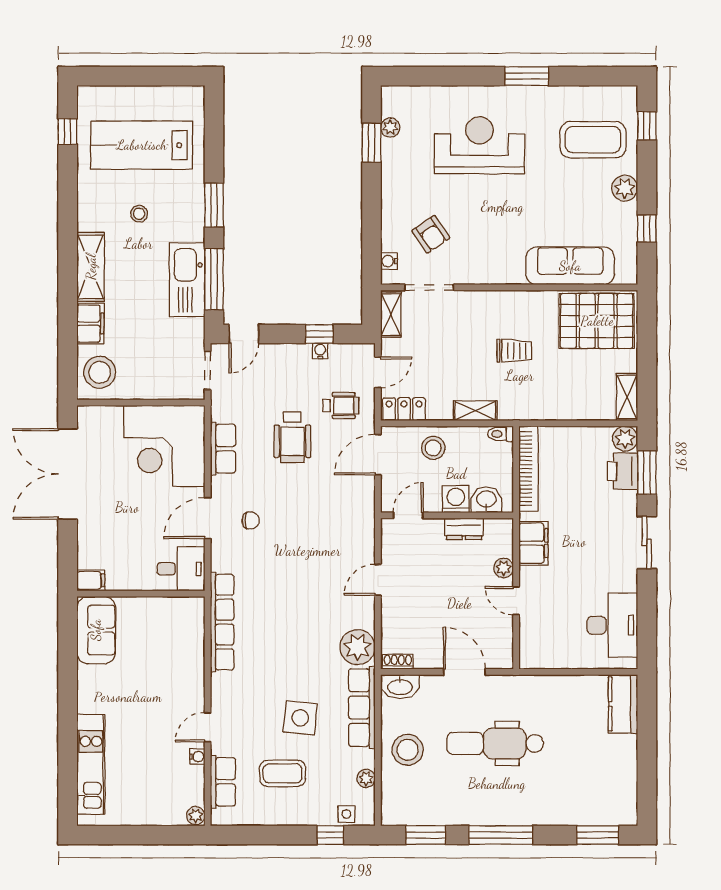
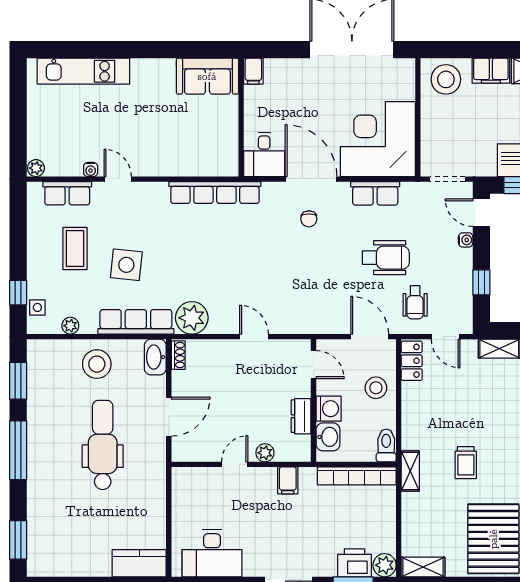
water cooler: (320, 351) -> (466, 240), moved
shelving: (475, 411) -> (410, 471), moved
toilet: (501, 434) -> (386, 445), width x1.37, depth x1.39
wheelchair: (292, 437) -> (386, 258), turned 180
door: (208, 518) -> (311, 179), width x1.36
filing cabinet: (533, 543) -> (288, 480), width x0.50

